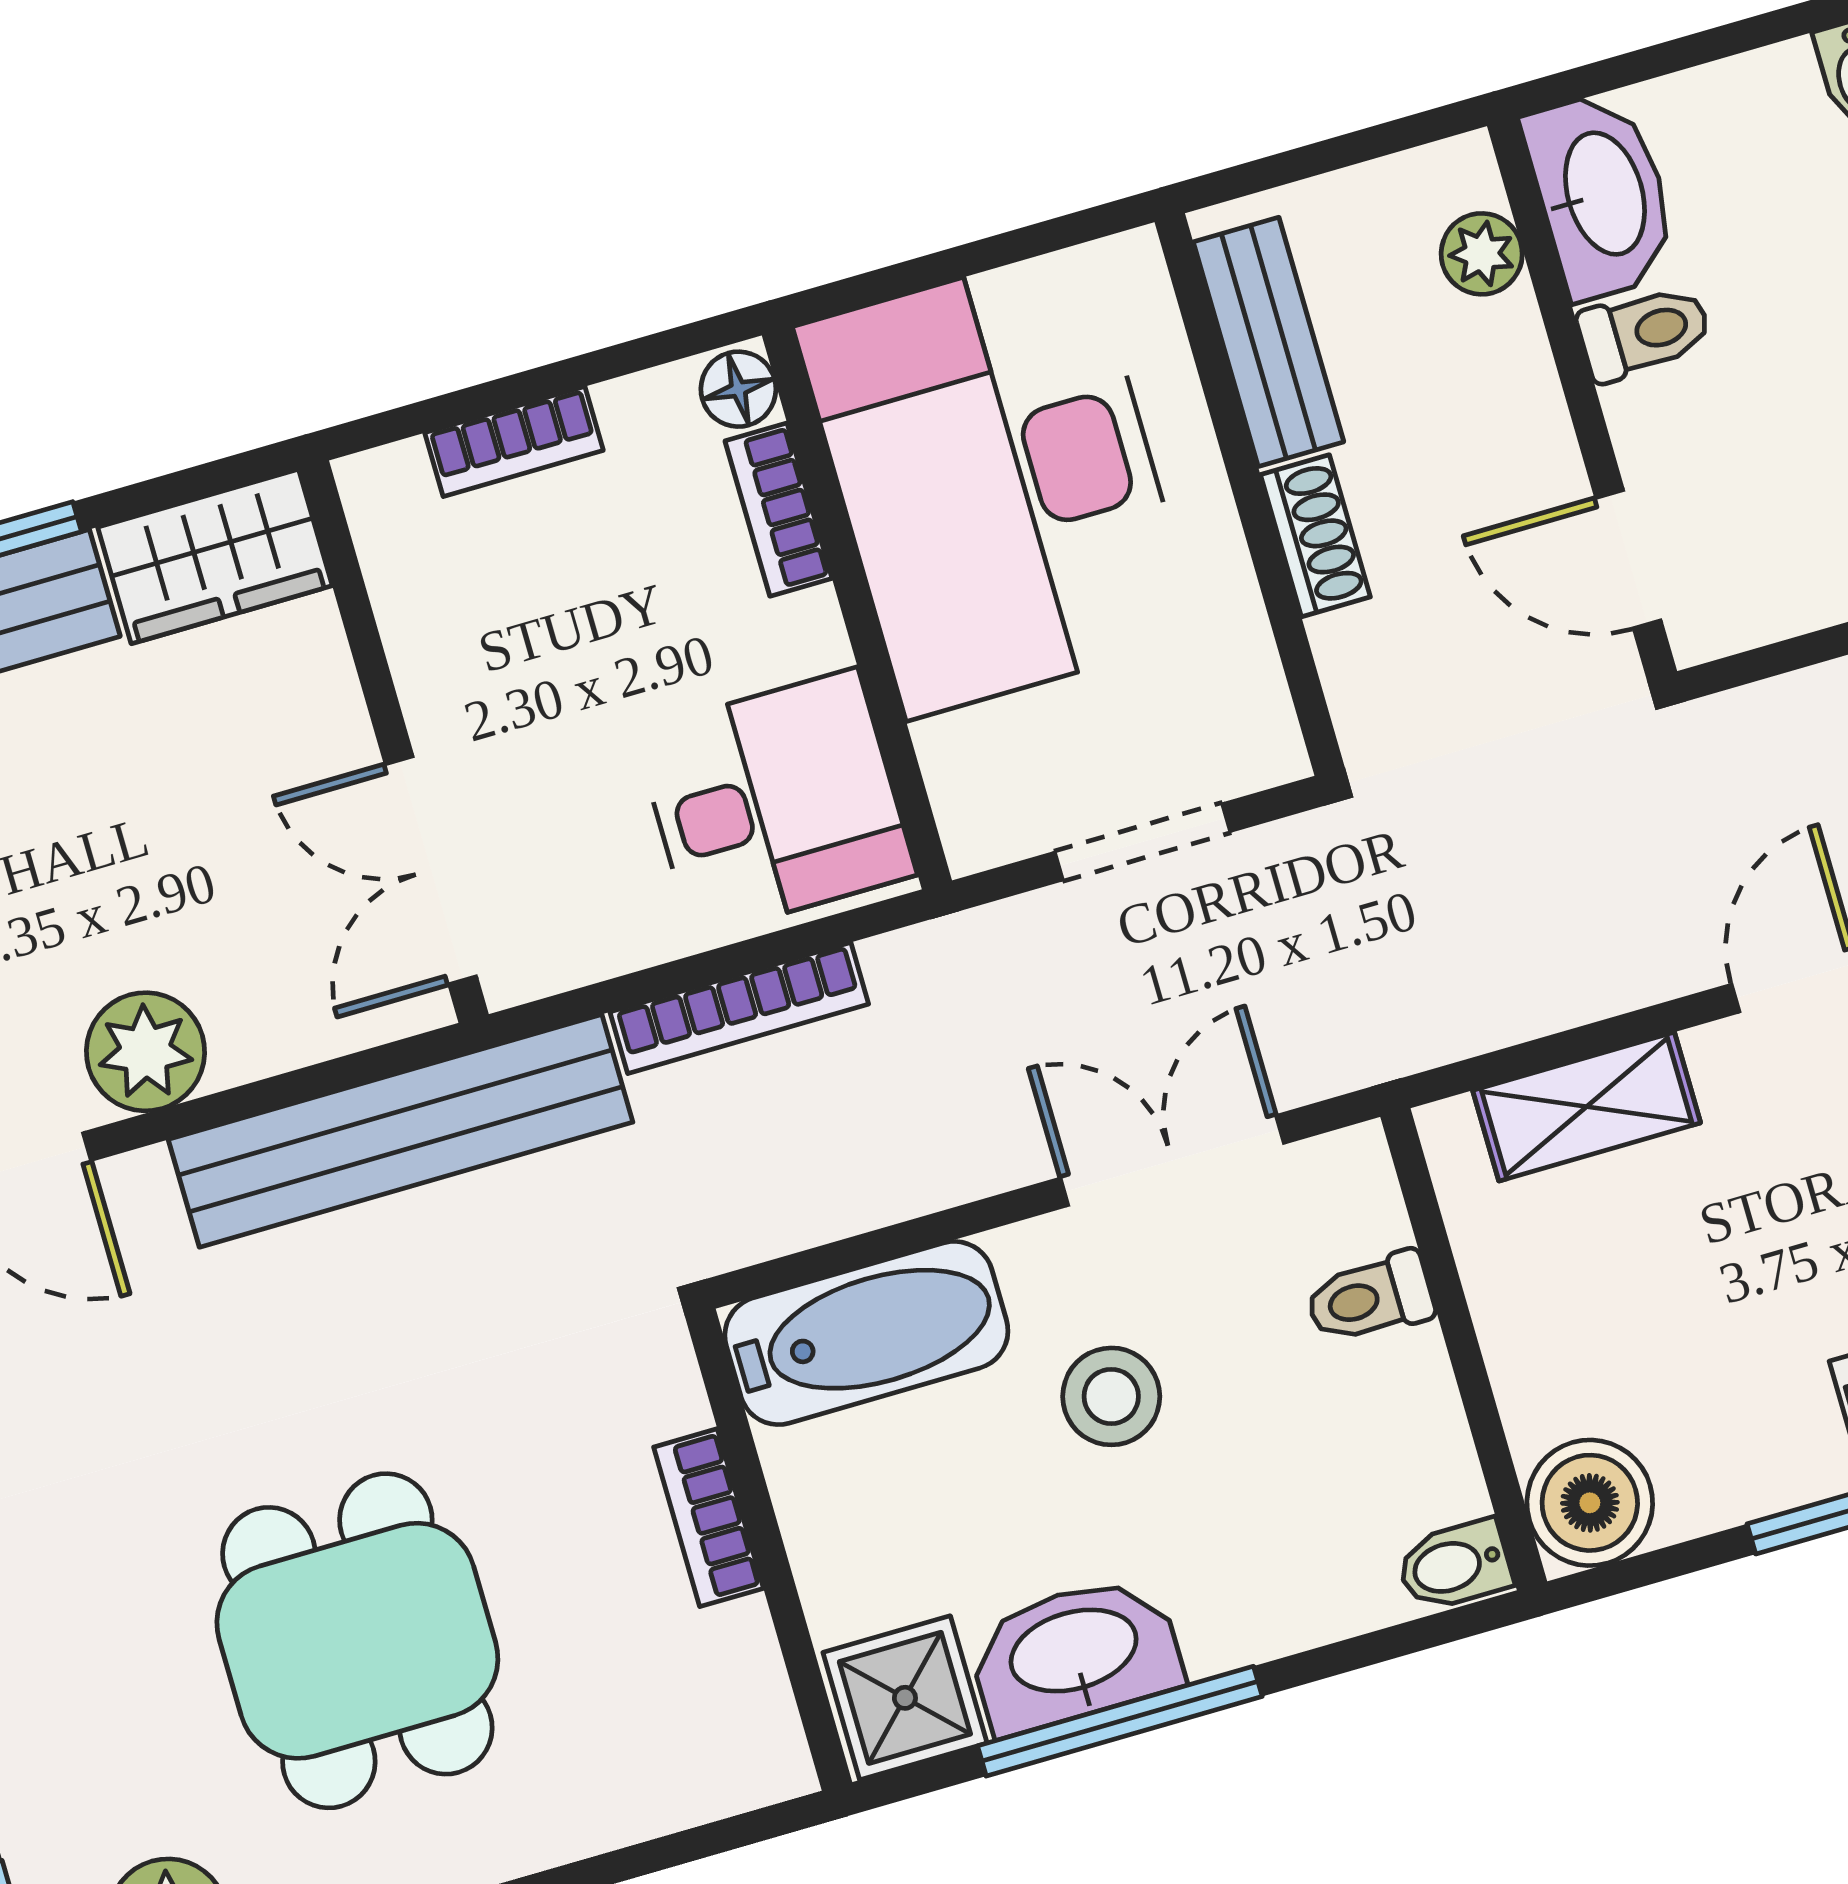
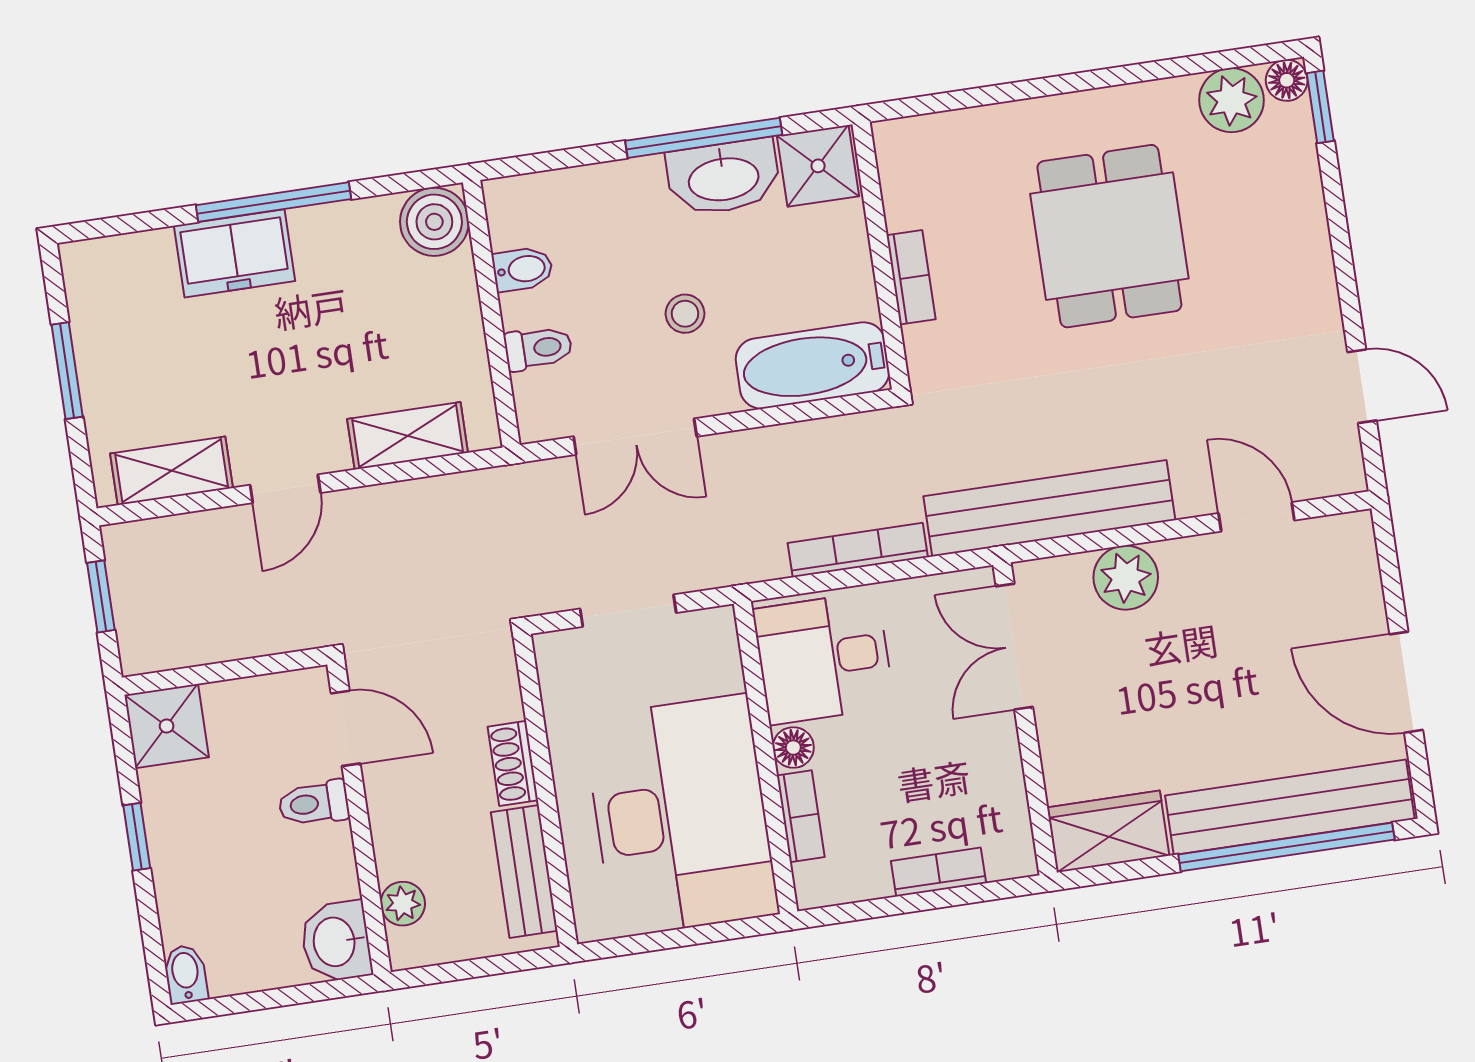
washbasin: (1602, 195) -> (336, 942), width x0.72
toilet: (1644, 332) -> (314, 803), moved
floor lamp: (738, 389) -> (793, 748), moved
double door: (431, 870) -> (1014, 647), swing flipped
plant: (145, 1052) -> (1126, 578), moved
stool: (1111, 1396) -> (685, 314), width x0.73, depth x0.73
bidet: (1454, 1565) -> (523, 269), moved

